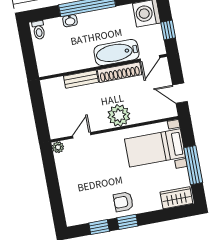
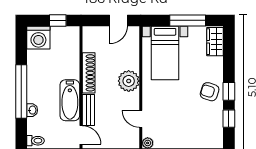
bathtub: (117, 53) -> (70, 100), moved
door: (150, 58) -> (81, 135), moved
armchair: (123, 202) -> (210, 92), turned 108

